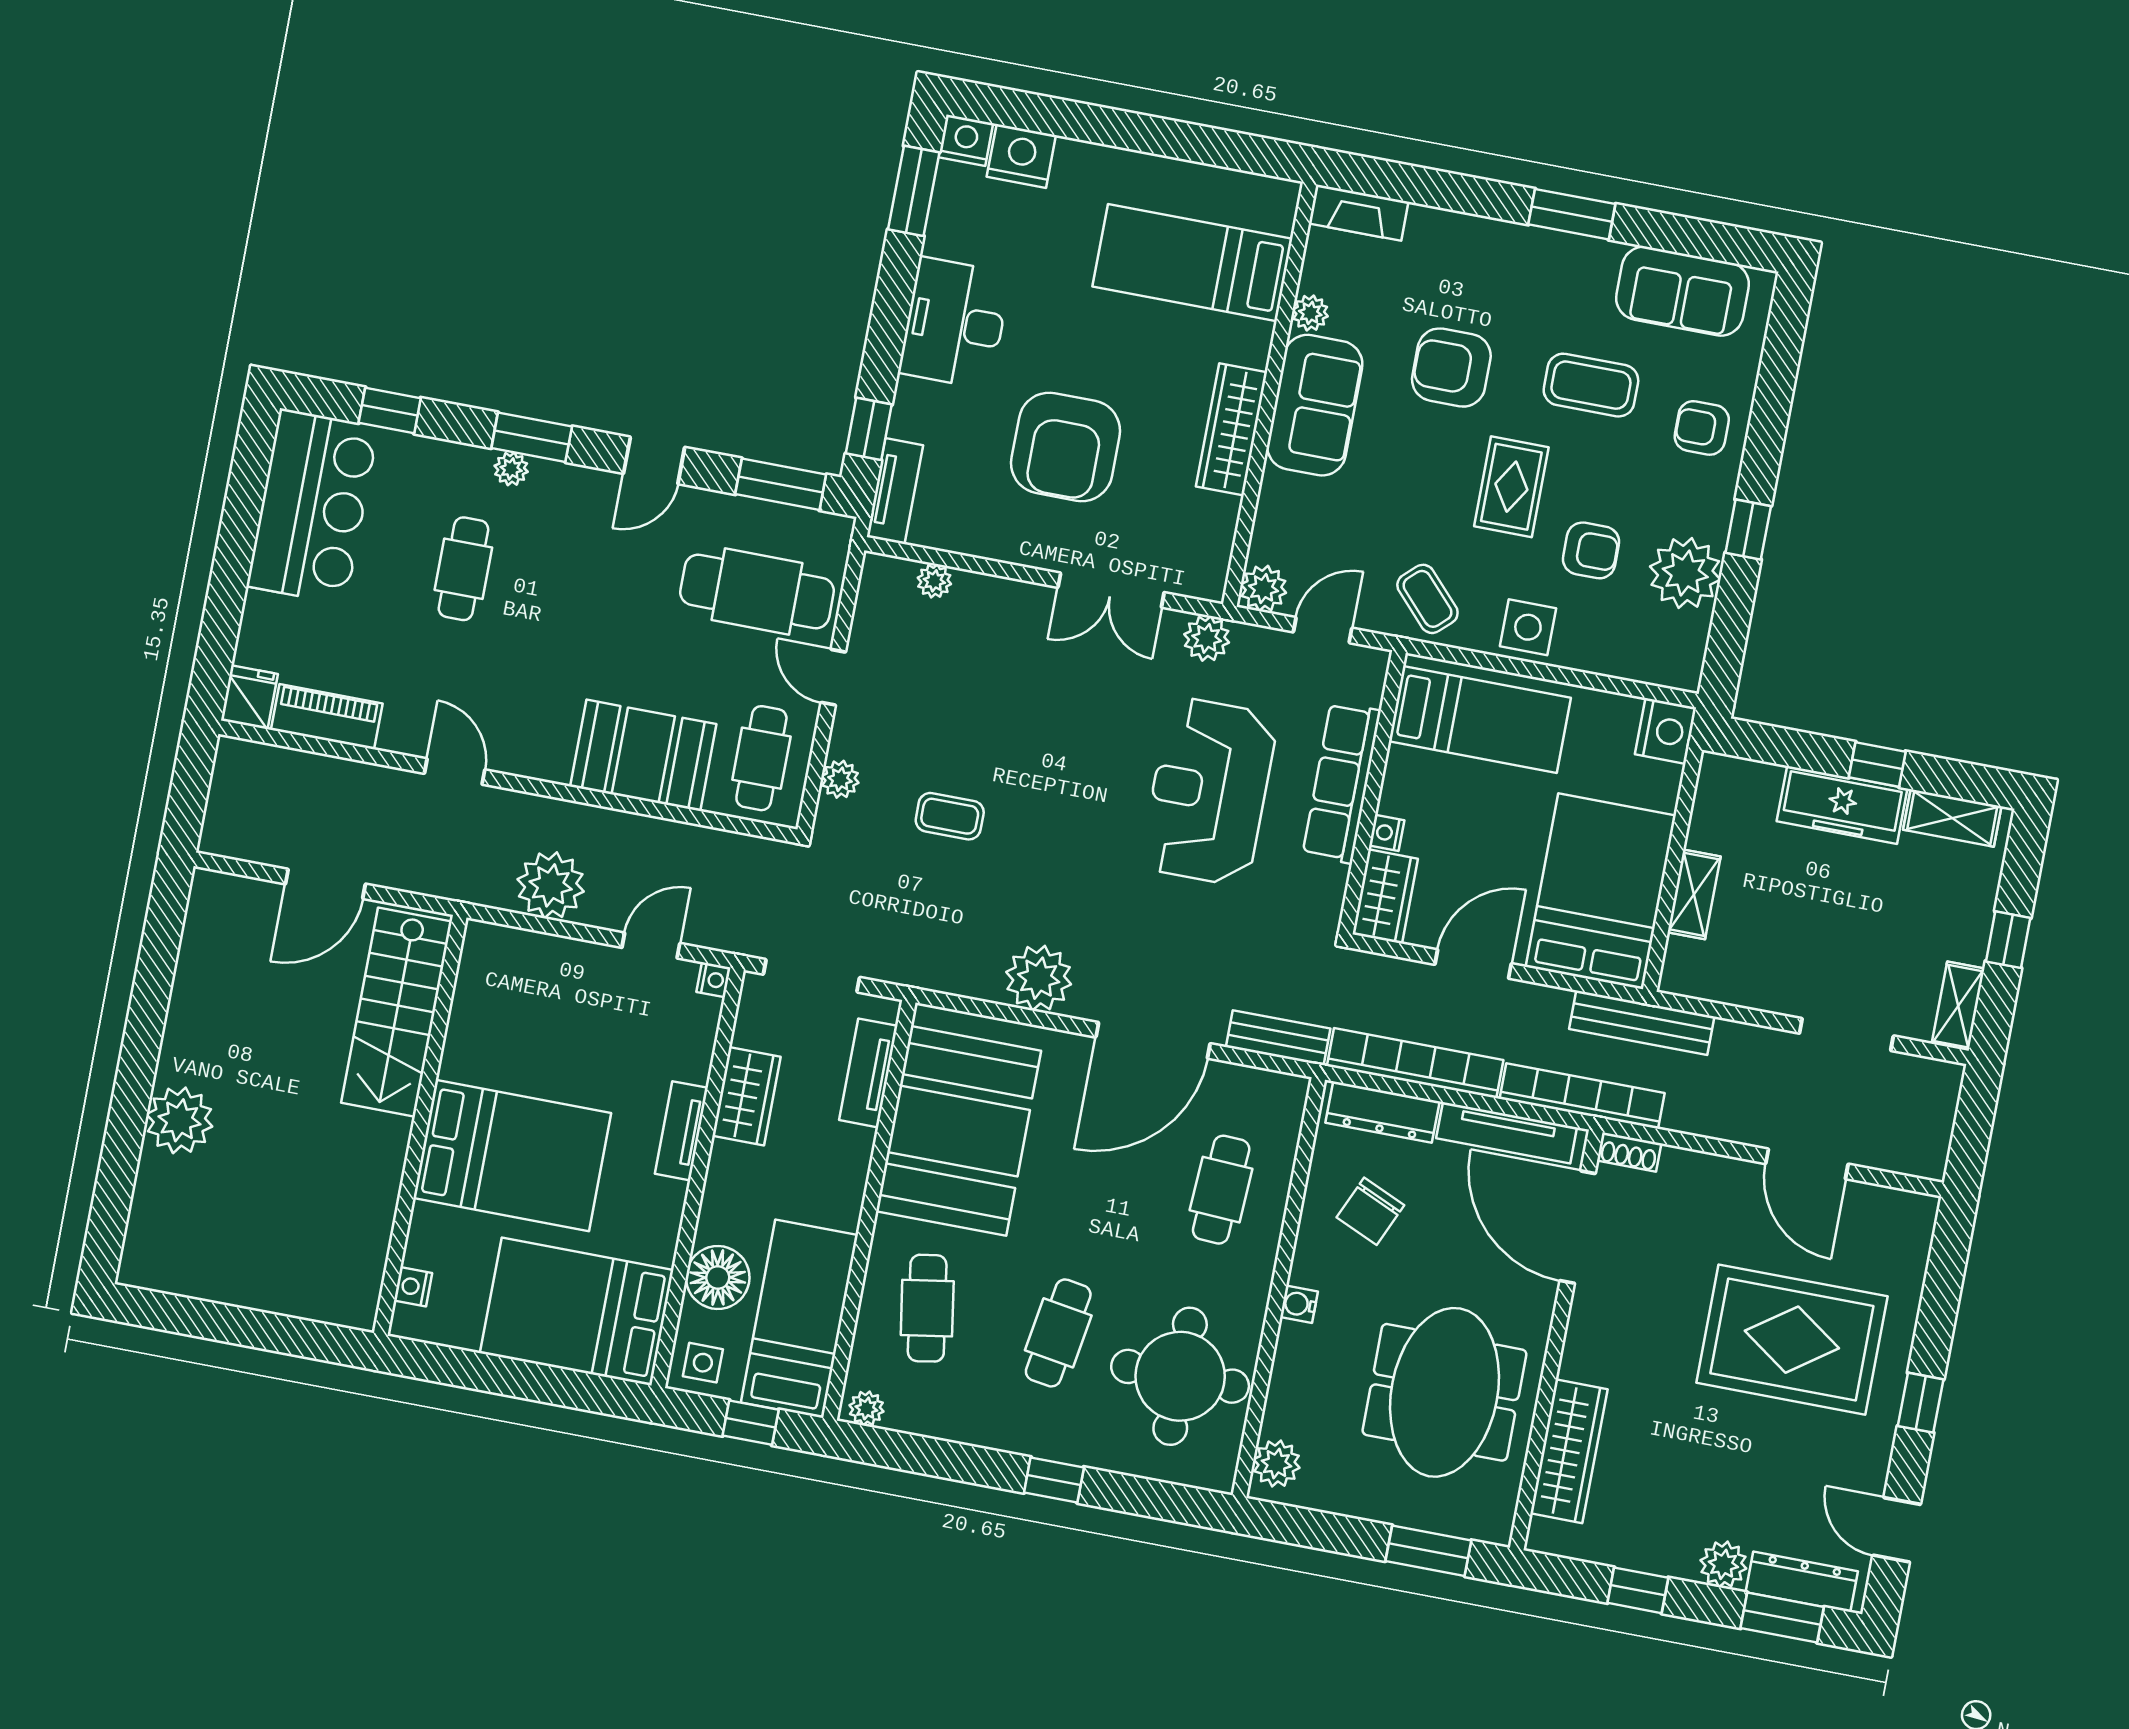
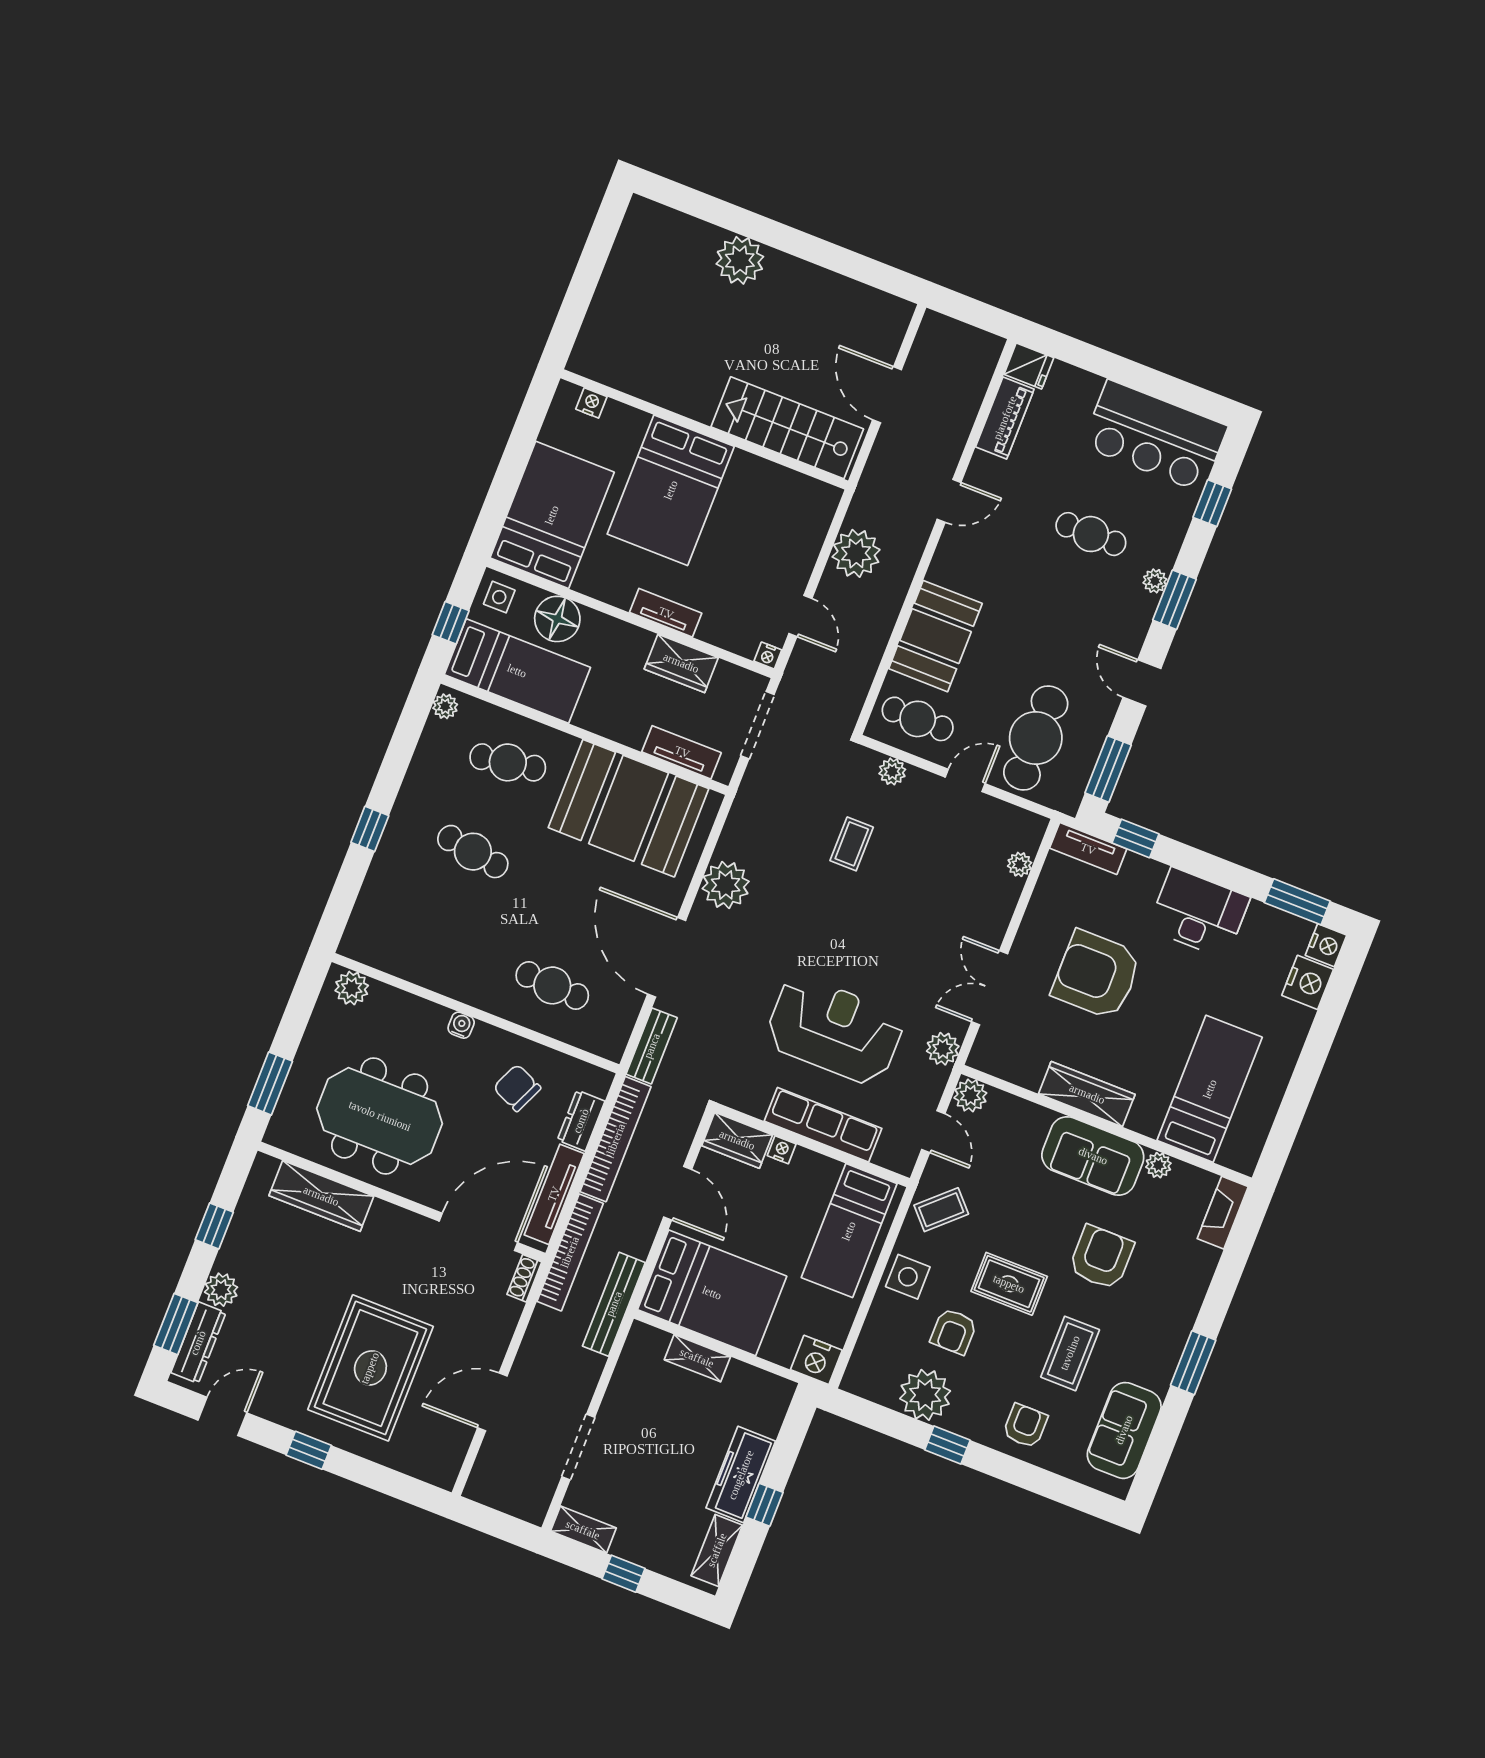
dresser: (1382, 1112) -> (581, 1121), width x0.70
round table: (1180, 1376) -> (426, 932), removed

